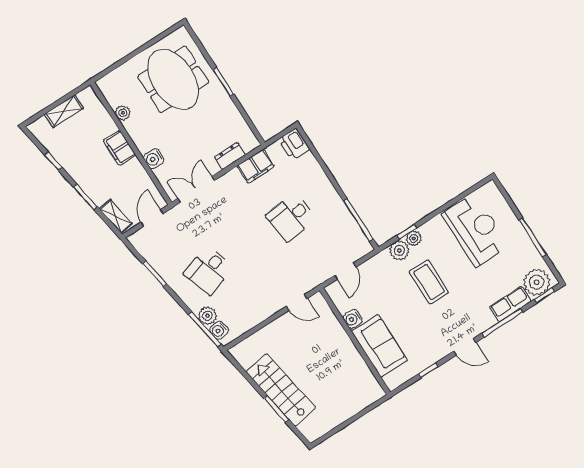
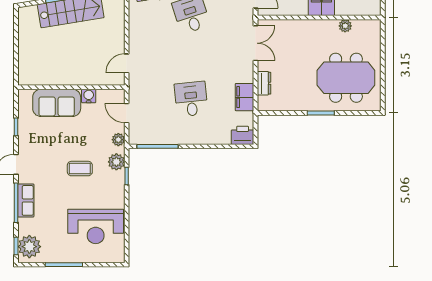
water cooler: (154, 159) -> (298, 27), removed
plant: (414, 238) -> (118, 140), moved
coffee table: (429, 282) -> (80, 169), width x0.73, depth x0.77
row of seats: (510, 304) -> (26, 200), moved

